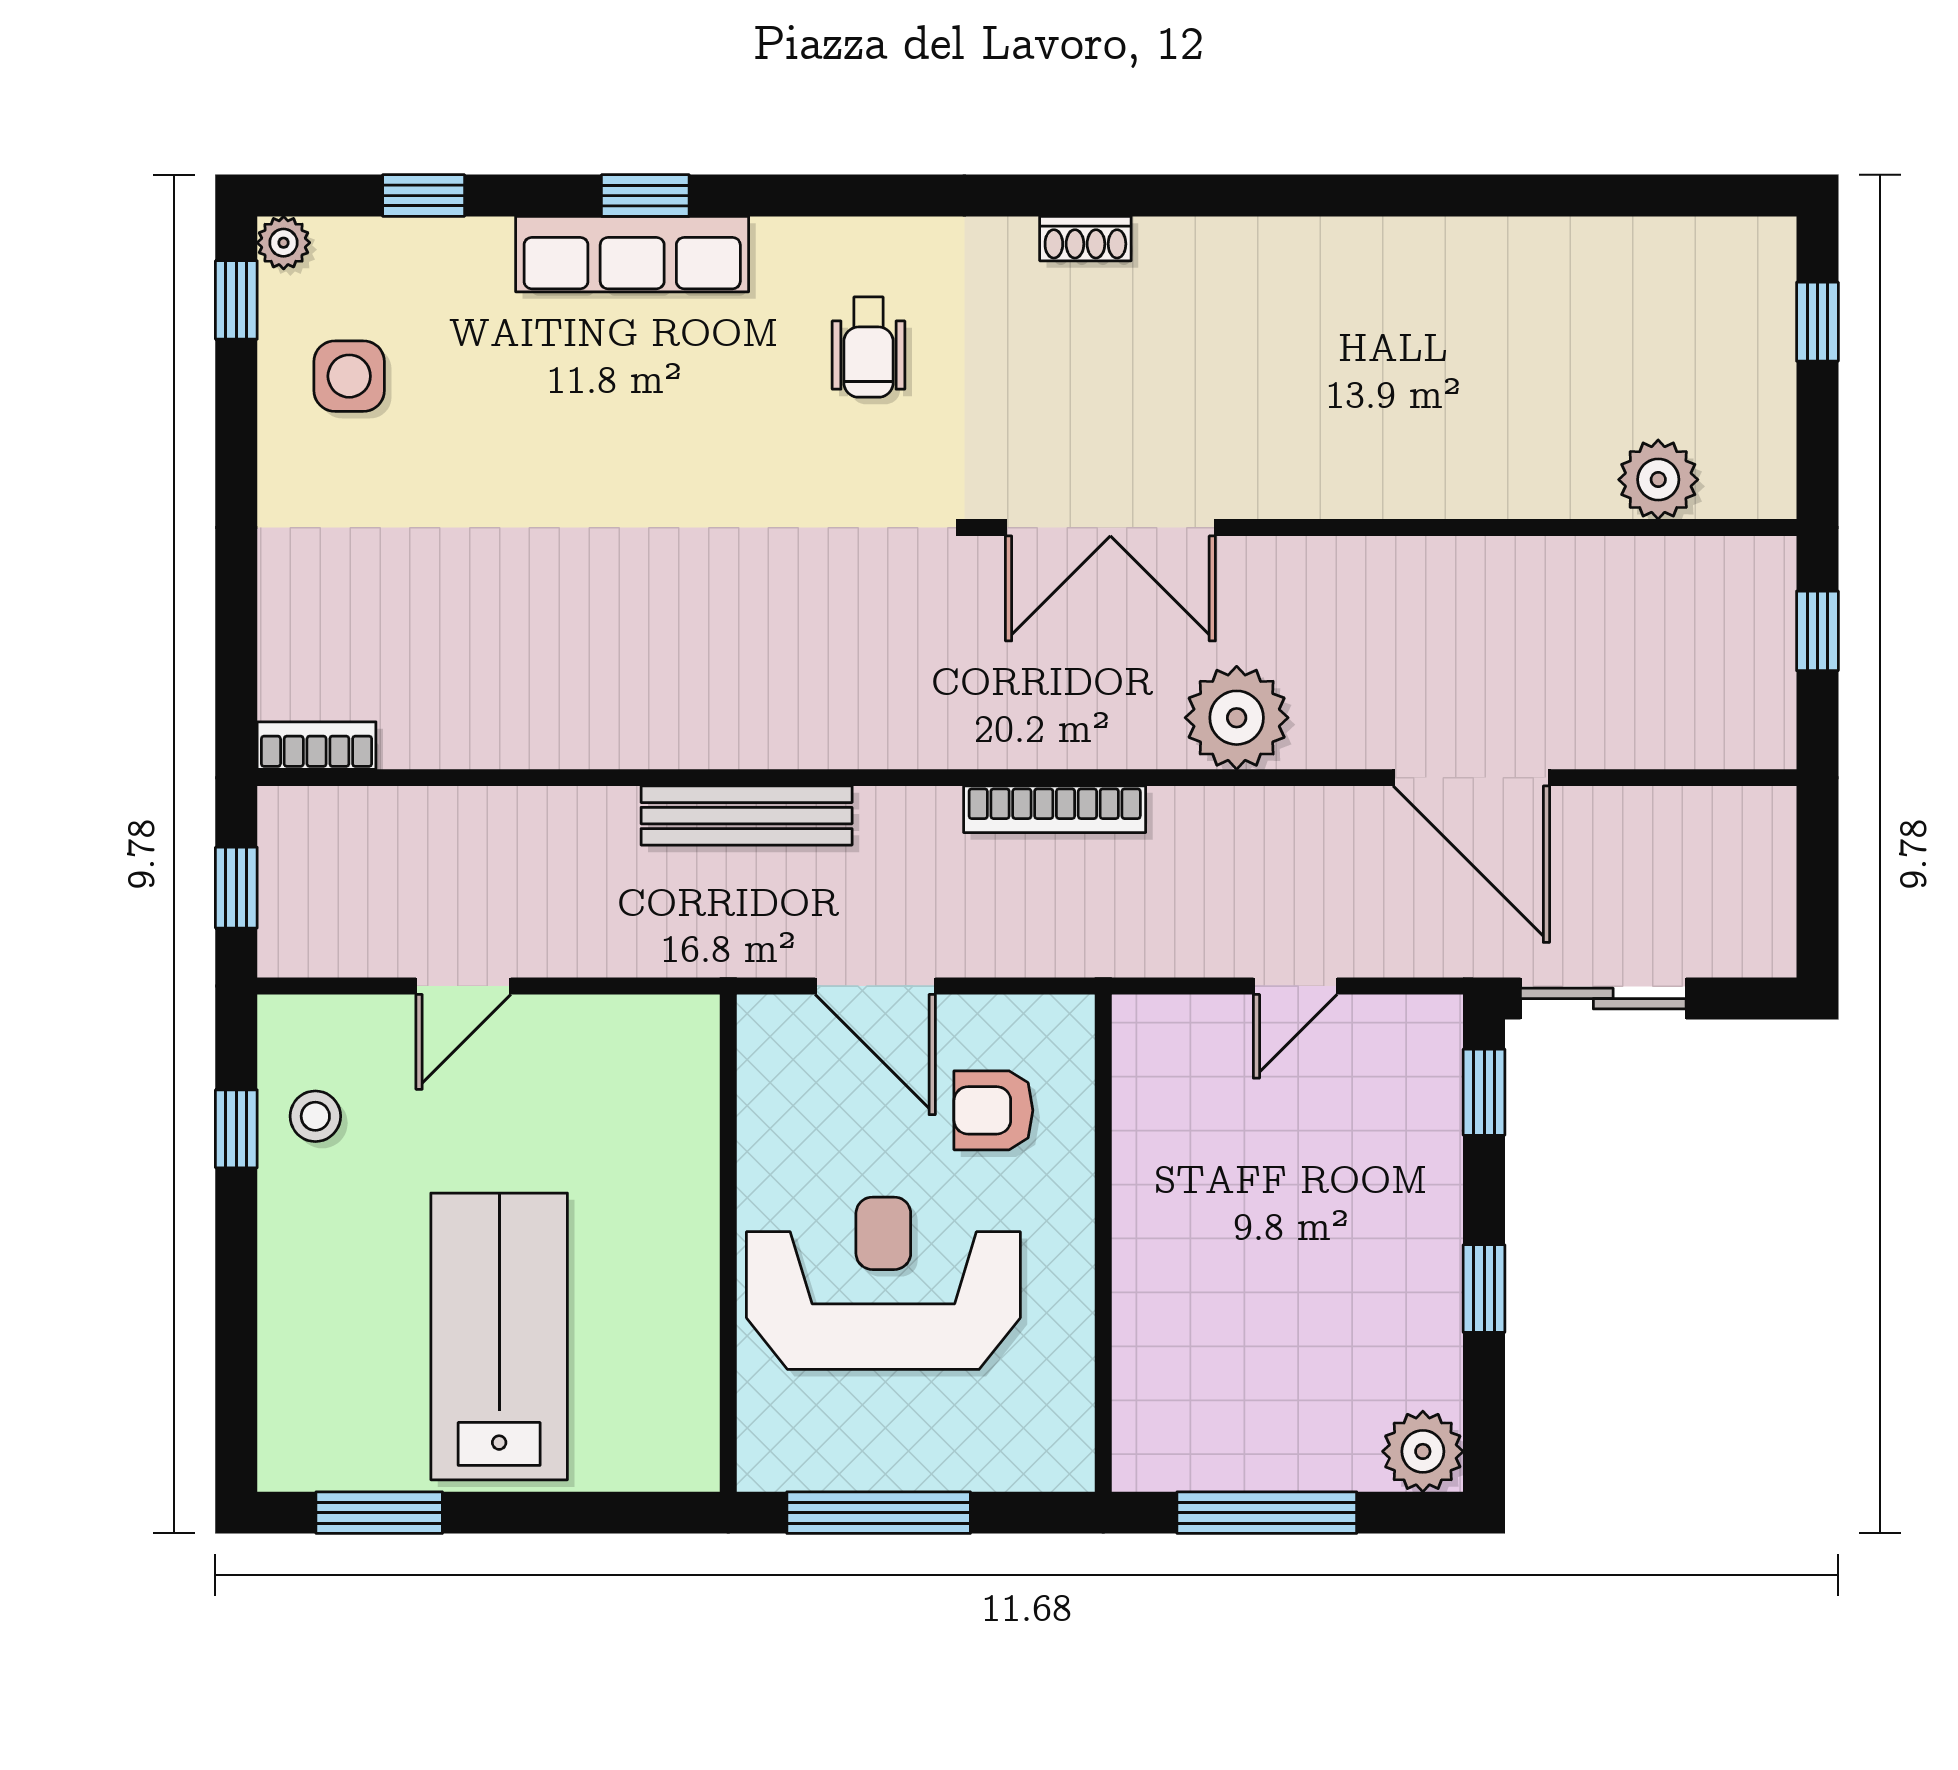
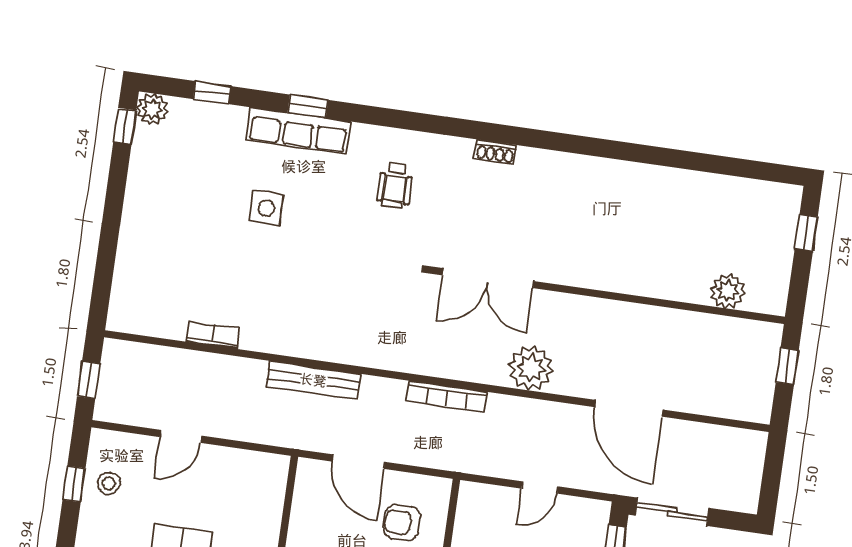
plant: (284, 243) -> (152, 109), width x1.38, depth x1.38
side table: (349, 376) -> (266, 208), moved
bookcase: (317, 746) -> (213, 335), moved

